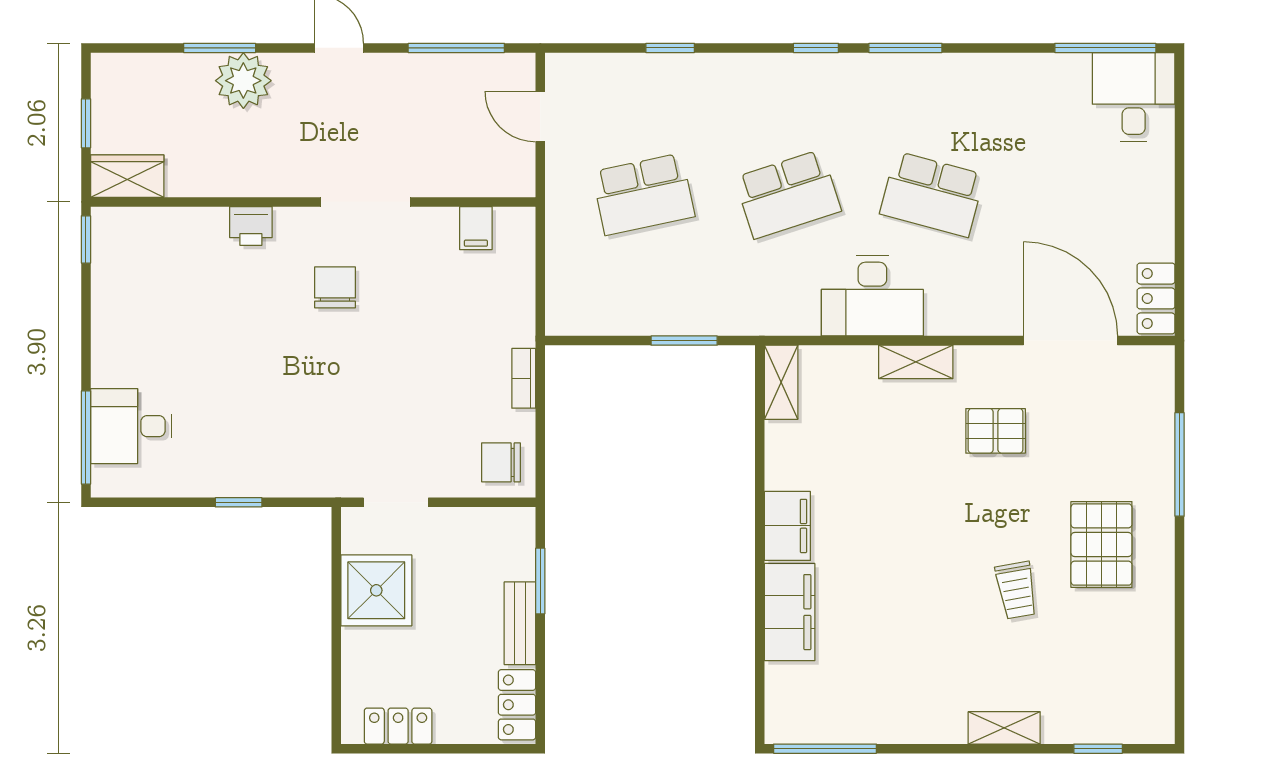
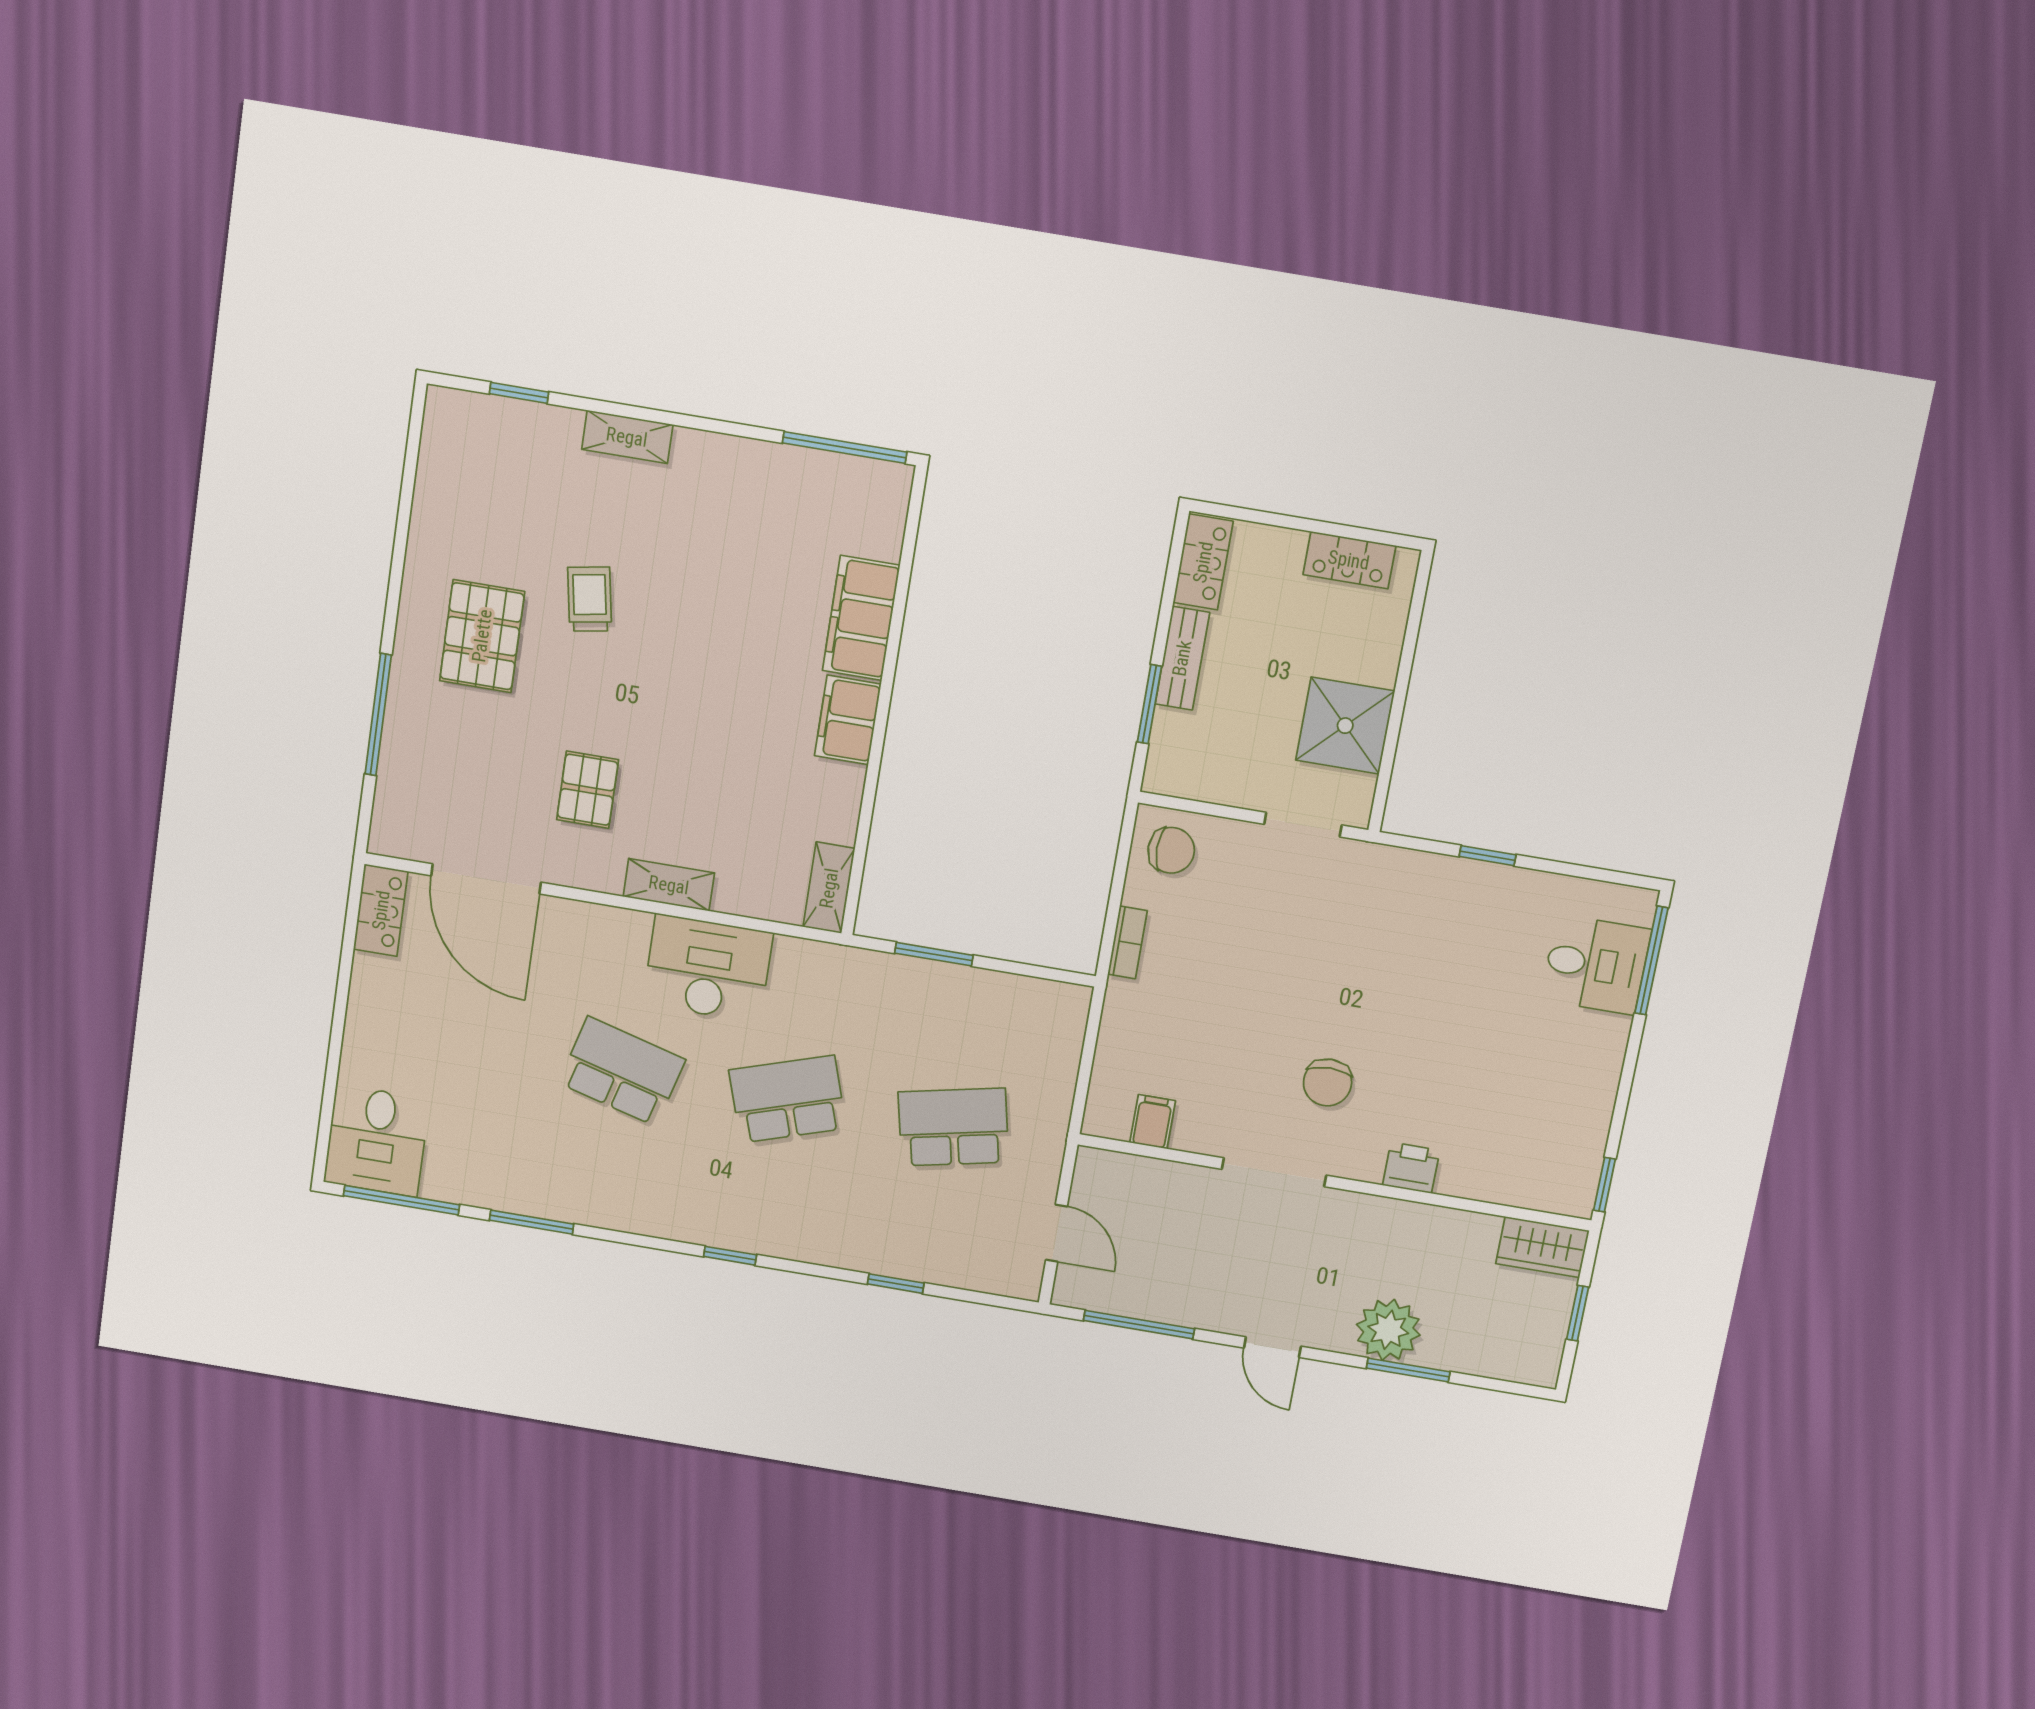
window: (905, 48) -> (532, 1222), moved
pallet: (996, 431) -> (588, 790), turned 90

